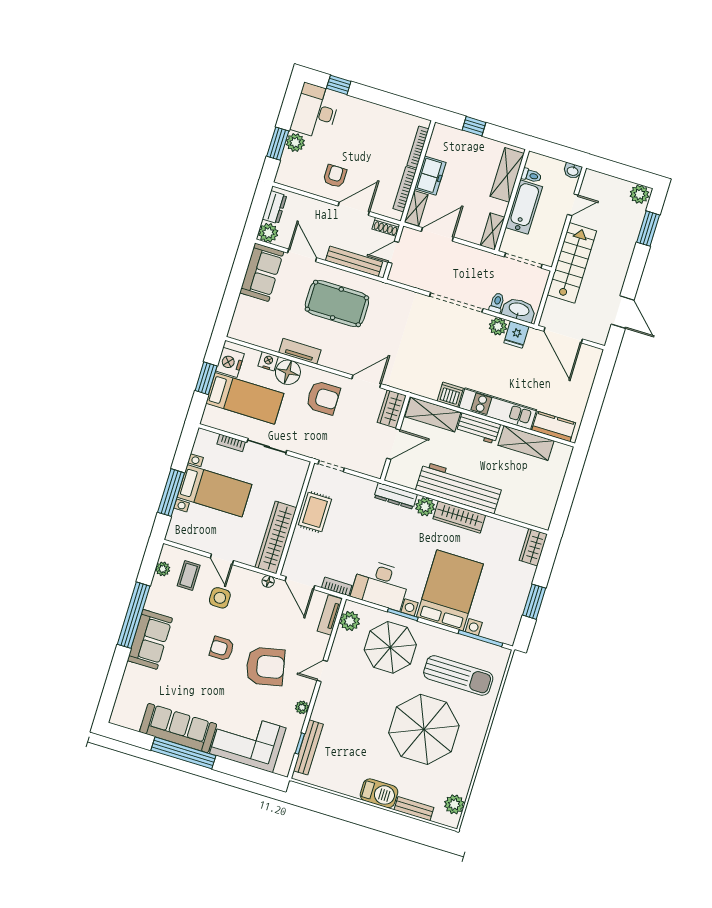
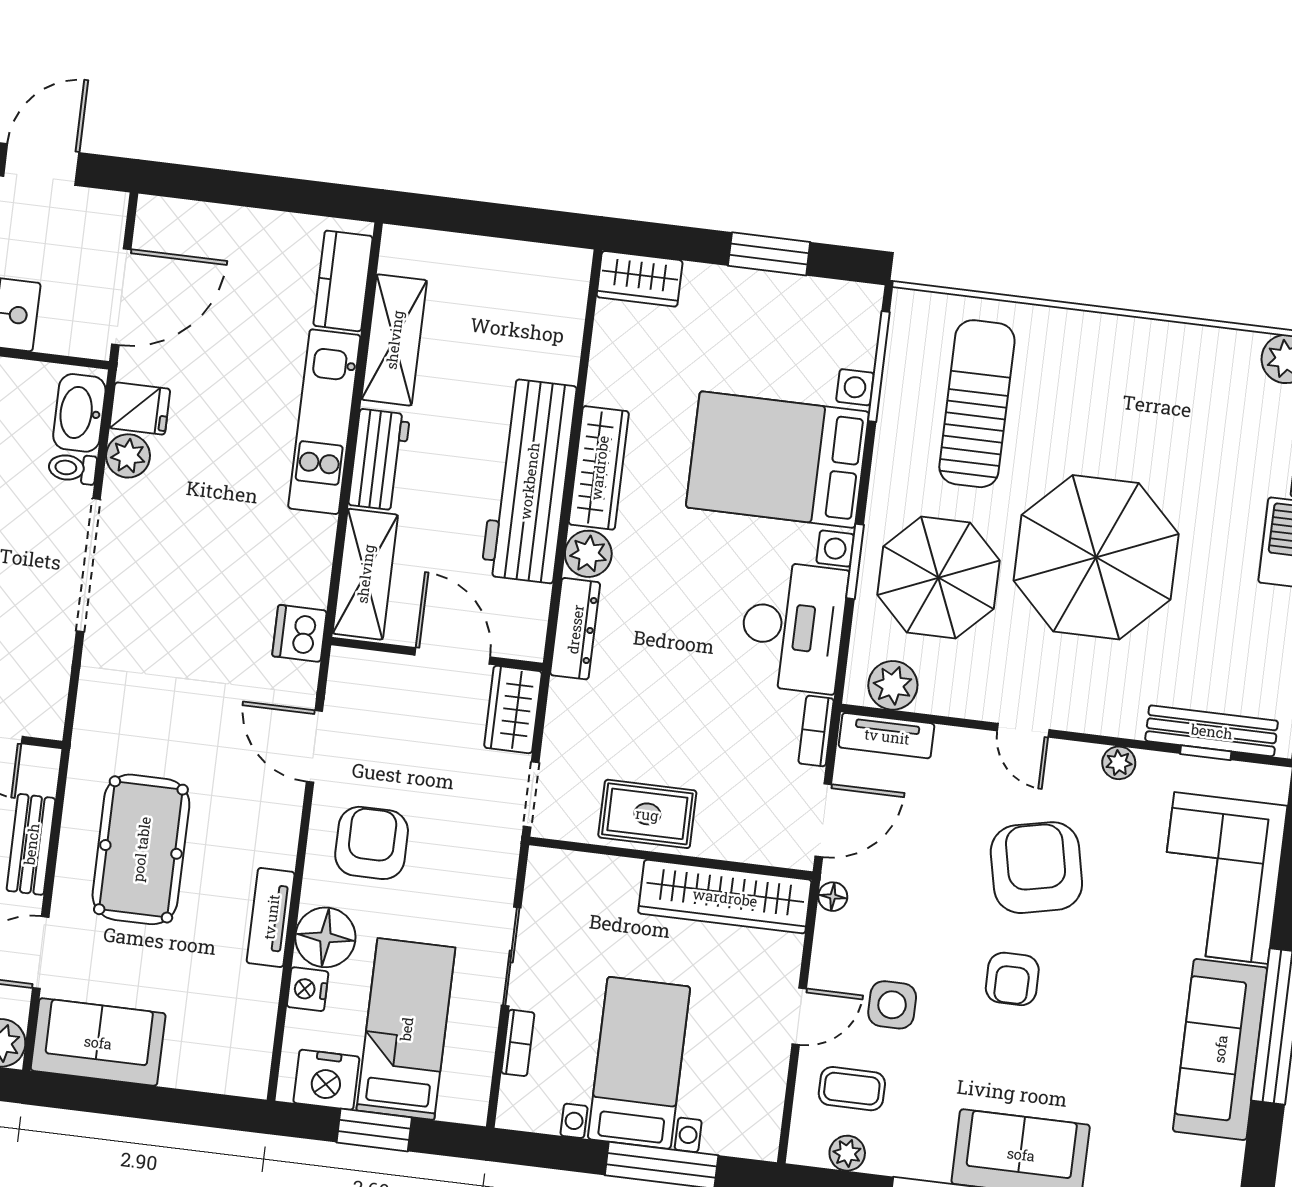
bench: (354, 261) -> (31, 844), width x0.73
dishwasher: (450, 395) -> (299, 633), moved
wardrobe: (392, 409) -> (513, 709), moved, turned 90
parasol: (424, 729) -> (1096, 557), moved

